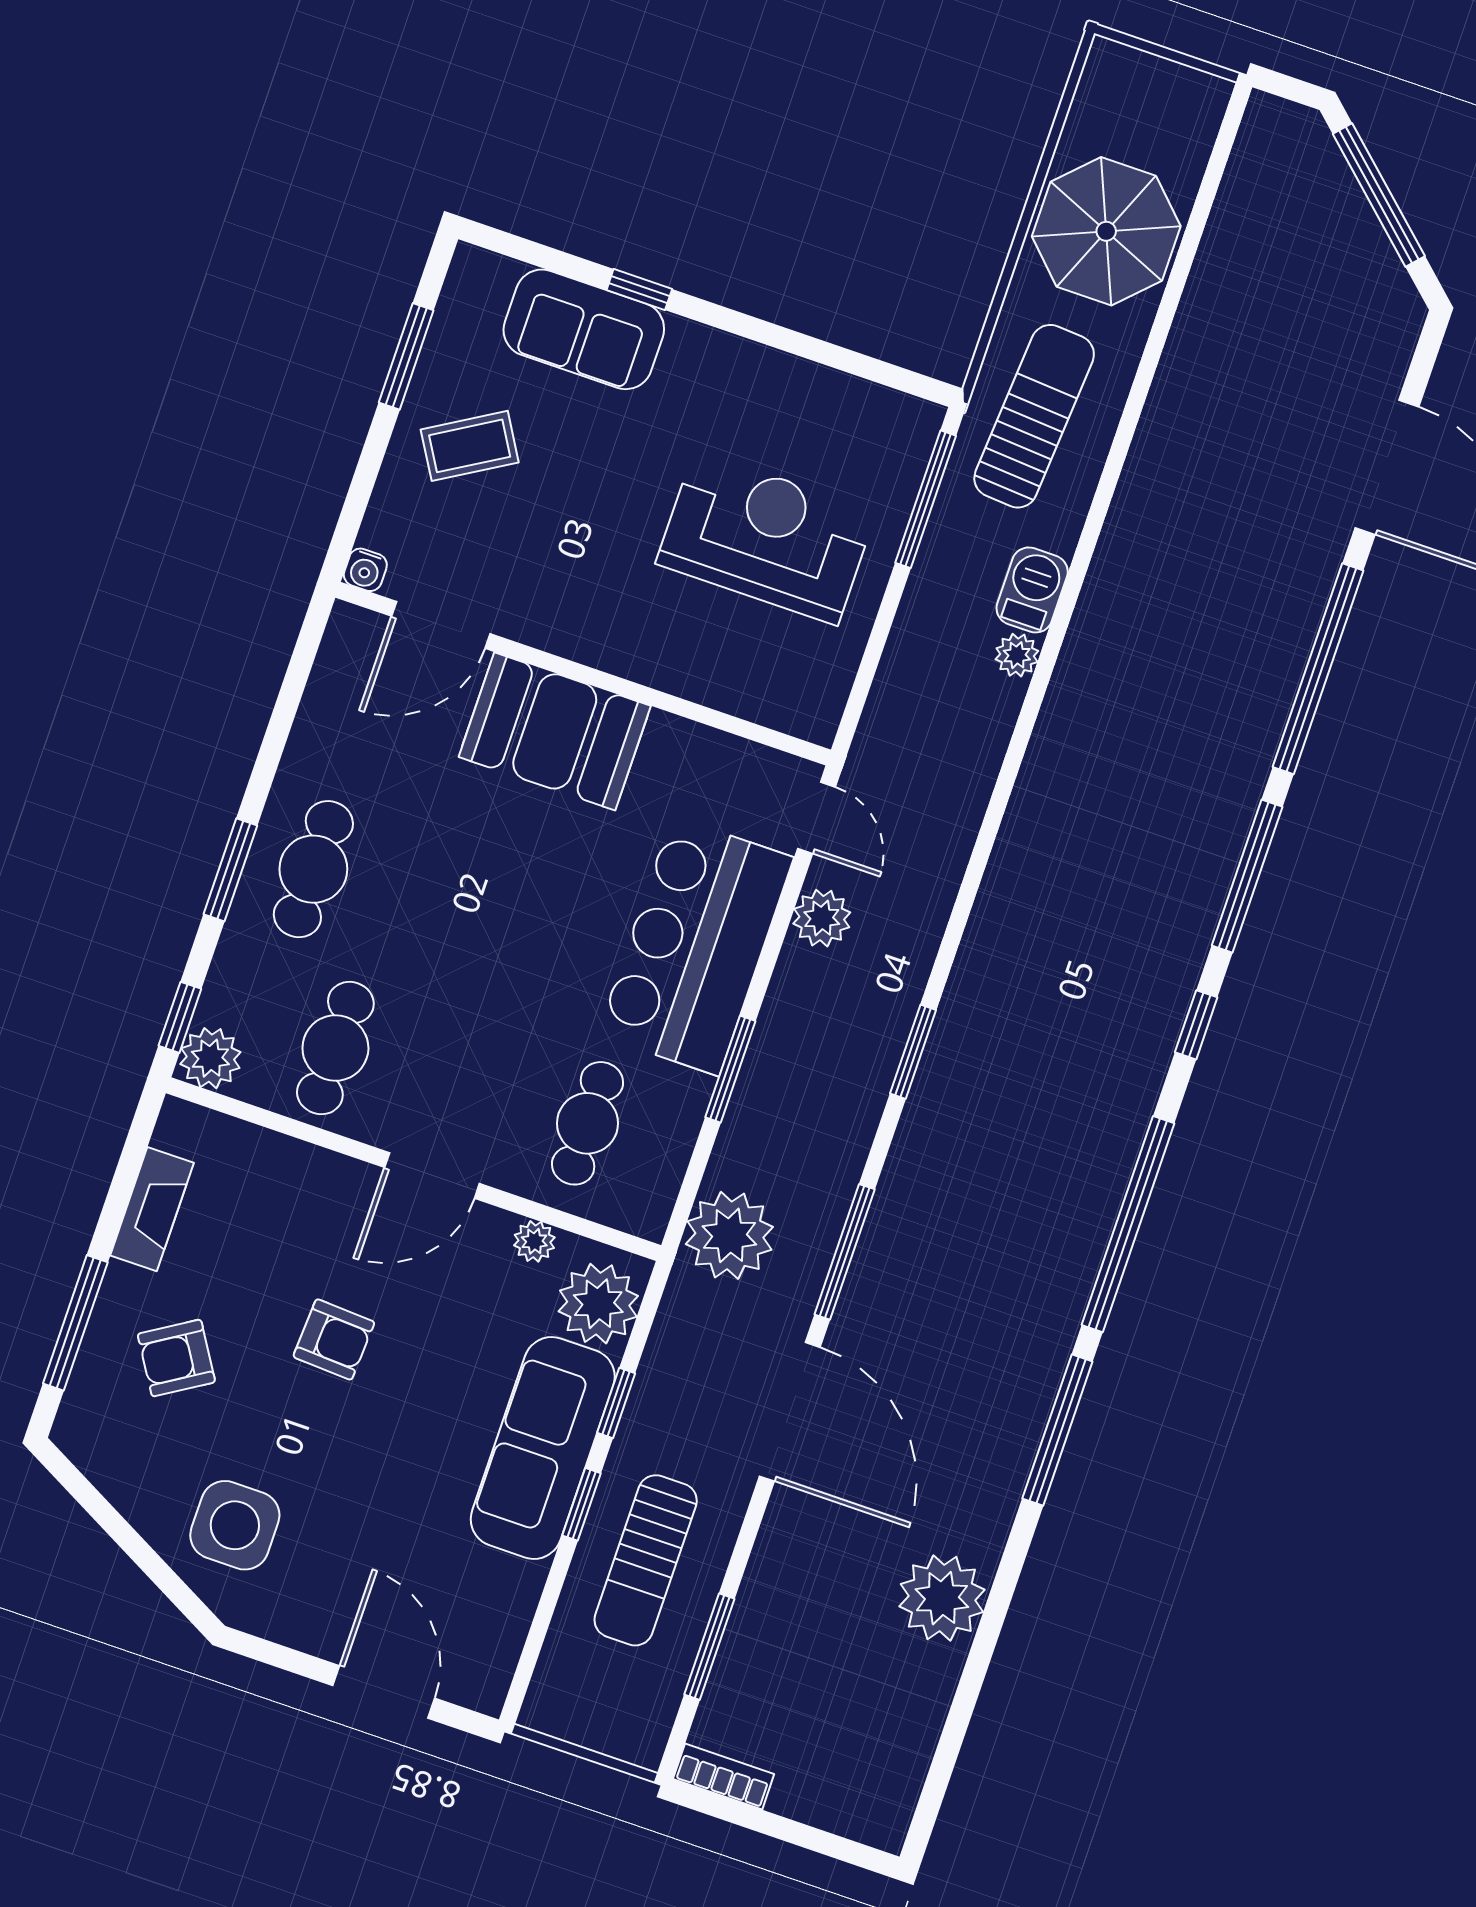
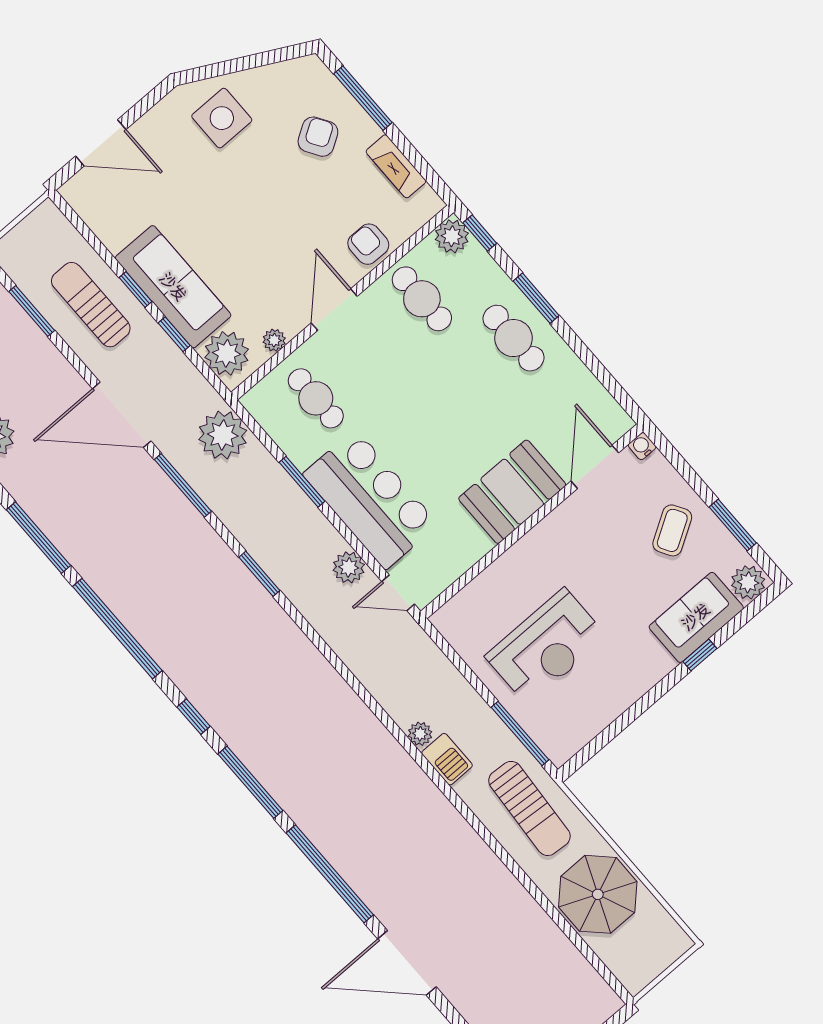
plant: (482, 280) -> (748, 582), added
armchair: (334, 1339) -> (368, 244), moved, turned 87

